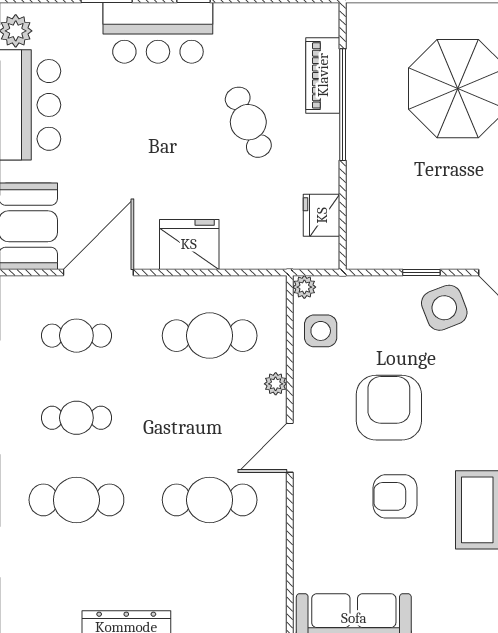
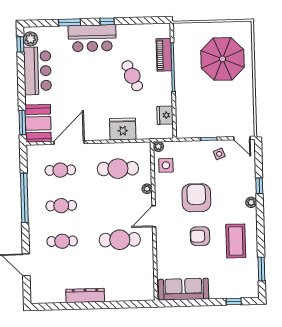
fridge: (189, 244) -> (123, 129), moved
side table: (444, 308) -> (219, 154), width x0.54, depth x0.54
cafe table: (76, 500) -> (62, 241), width x0.73, depth x0.74

